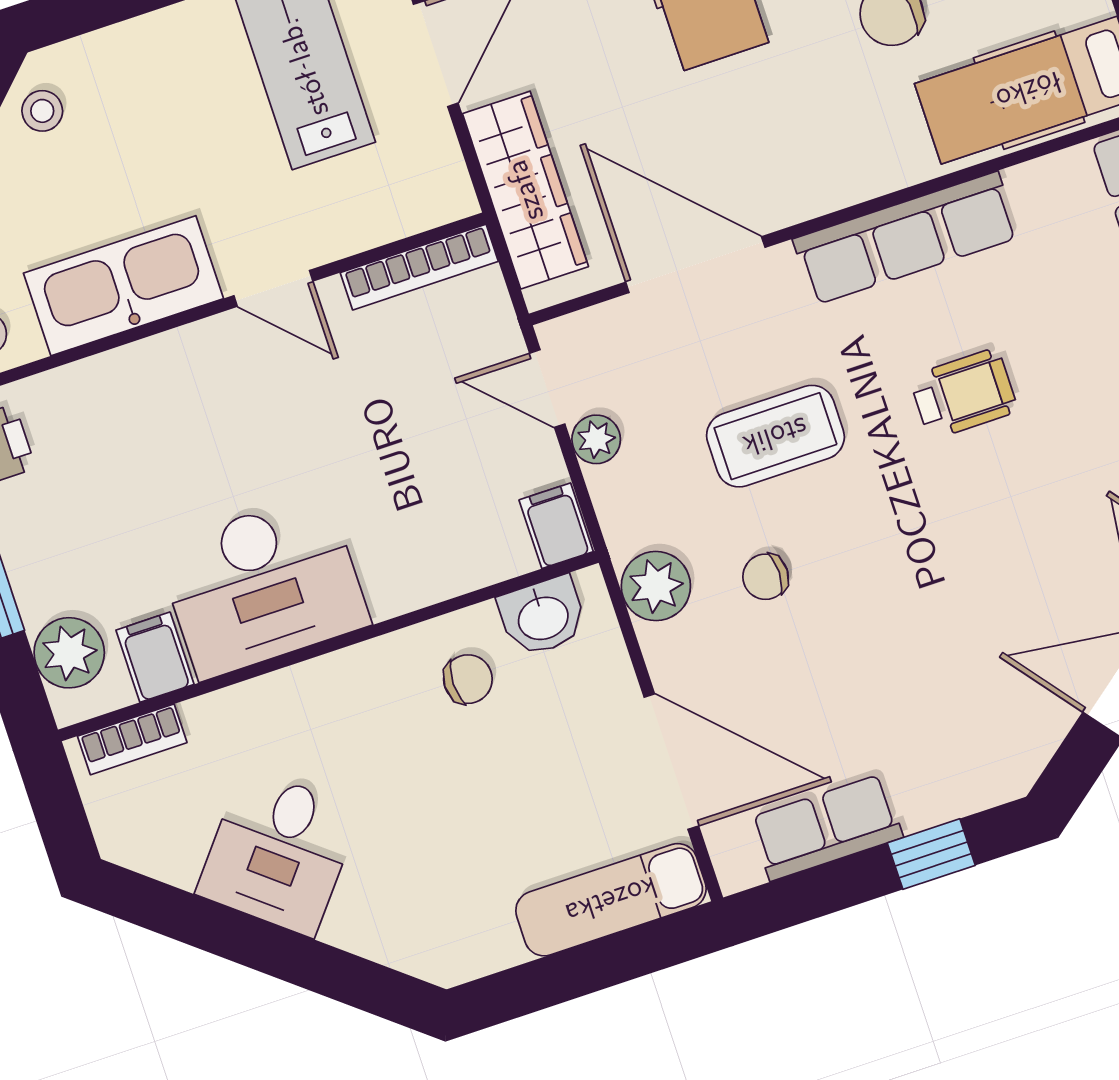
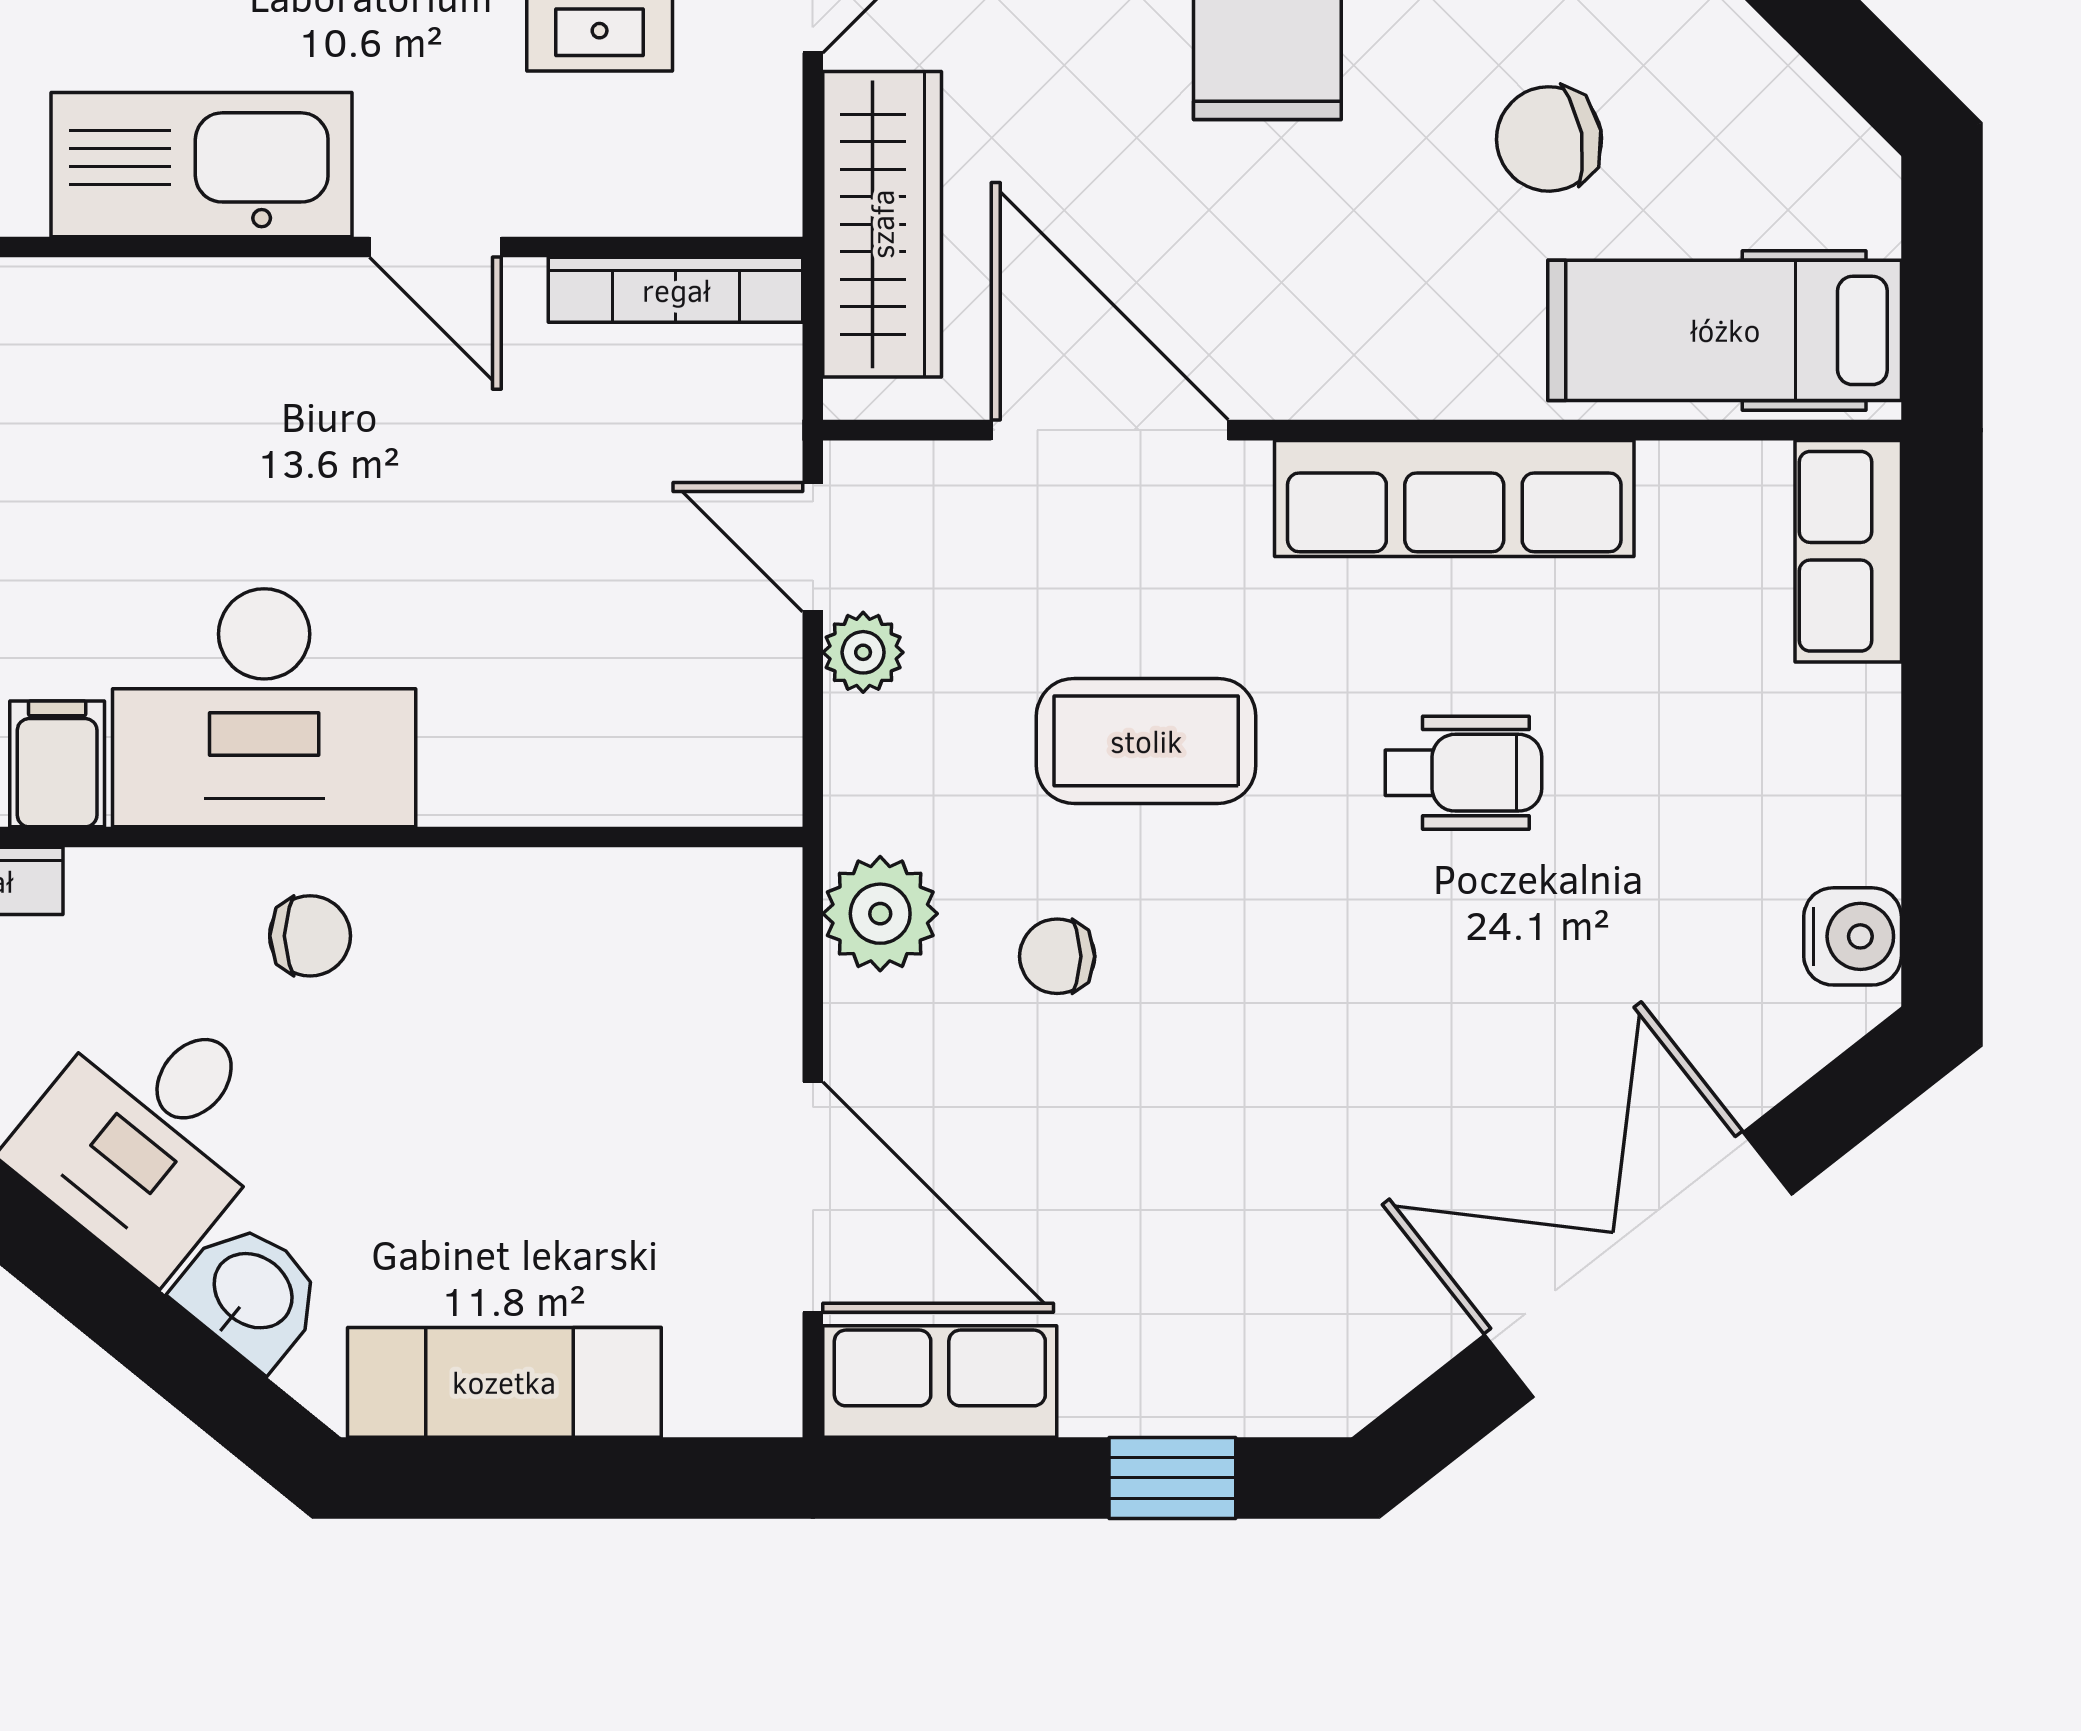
filing cabinet: (556, 526) -> (755, 767), removed
washbasin: (543, 616) -> (251, 1293), moved, turned -141
chair: (468, 679) -> (310, 936), moved
row of seats: (826, 827) -> (940, 1381), moved
exam couch: (611, 900) -> (504, 1382), moved

